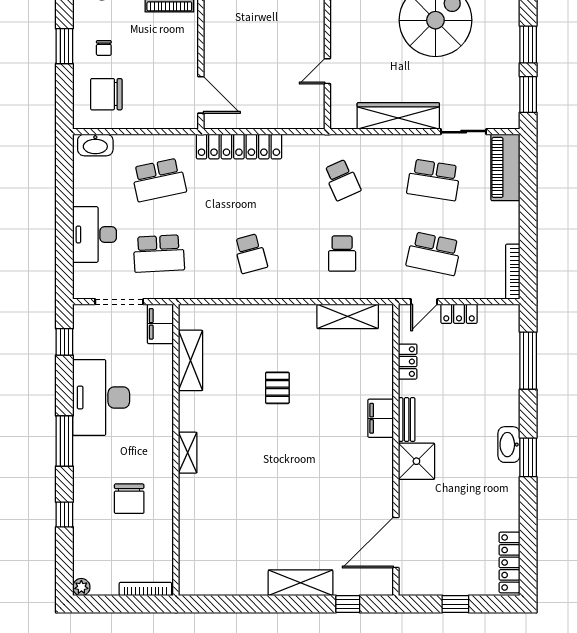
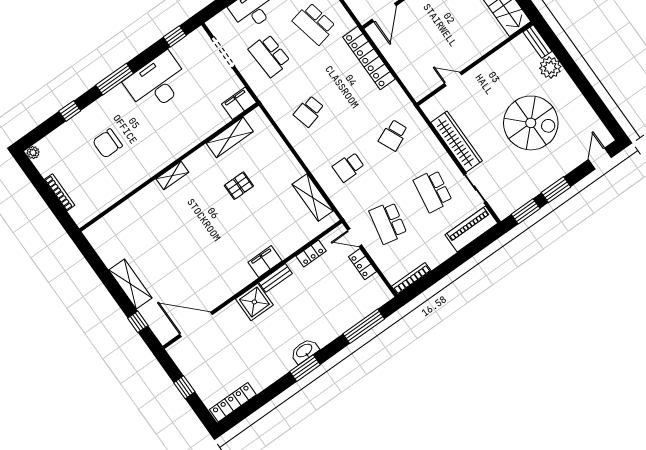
filing cabinet: (160, 324) -> (239, 103), moved
shelving: (191, 360) -> (230, 137), moved
wall: (176, 450) -> (169, 167), moved
shelving: (188, 453) -> (172, 175), moved

